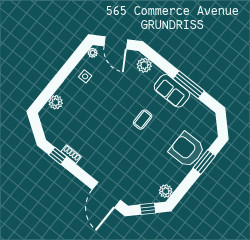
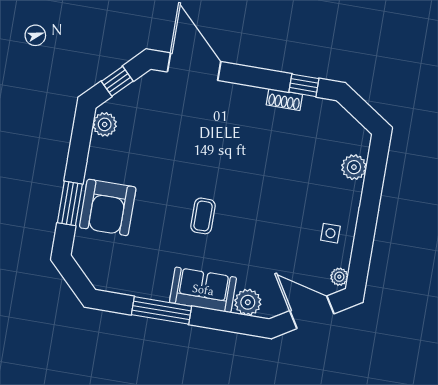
sofa: (172, 91) -> (203, 290), moved
armchair: (187, 150) -> (108, 207), turned 90

